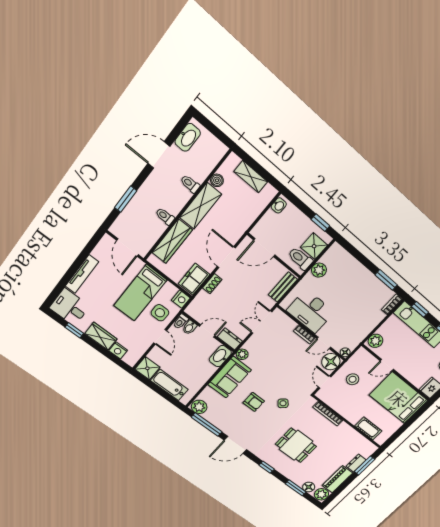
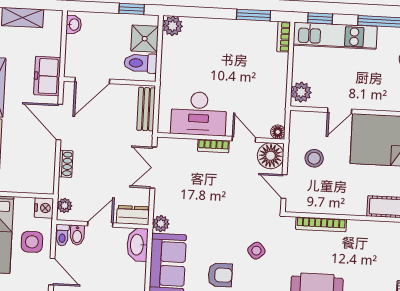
plant: (319, 270) -> (173, 26), moved
freezer: (194, 279) -> (47, 76), moved
plant: (194, 306) -> (65, 206), added
door: (324, 343) -> (244, 139), swing flipped

